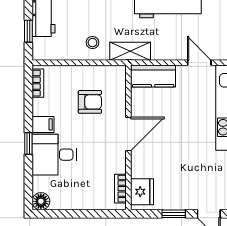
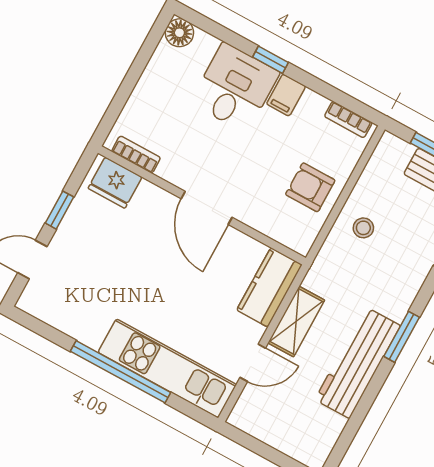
shelving: (130, 51) -> (296, 321), moved
armchair: (90, 102) -> (310, 187), moved, turned 90

